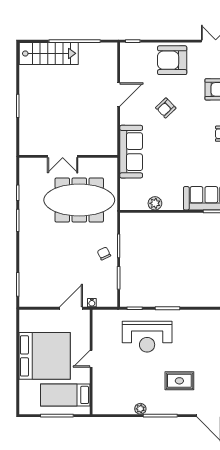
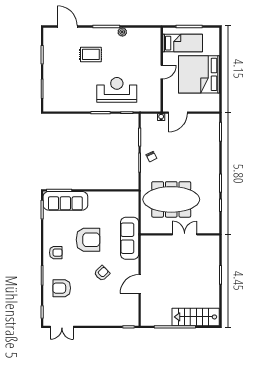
armchair: (172, 60) -> (88, 240), moved
plant: (155, 203) -> (111, 197), removed

